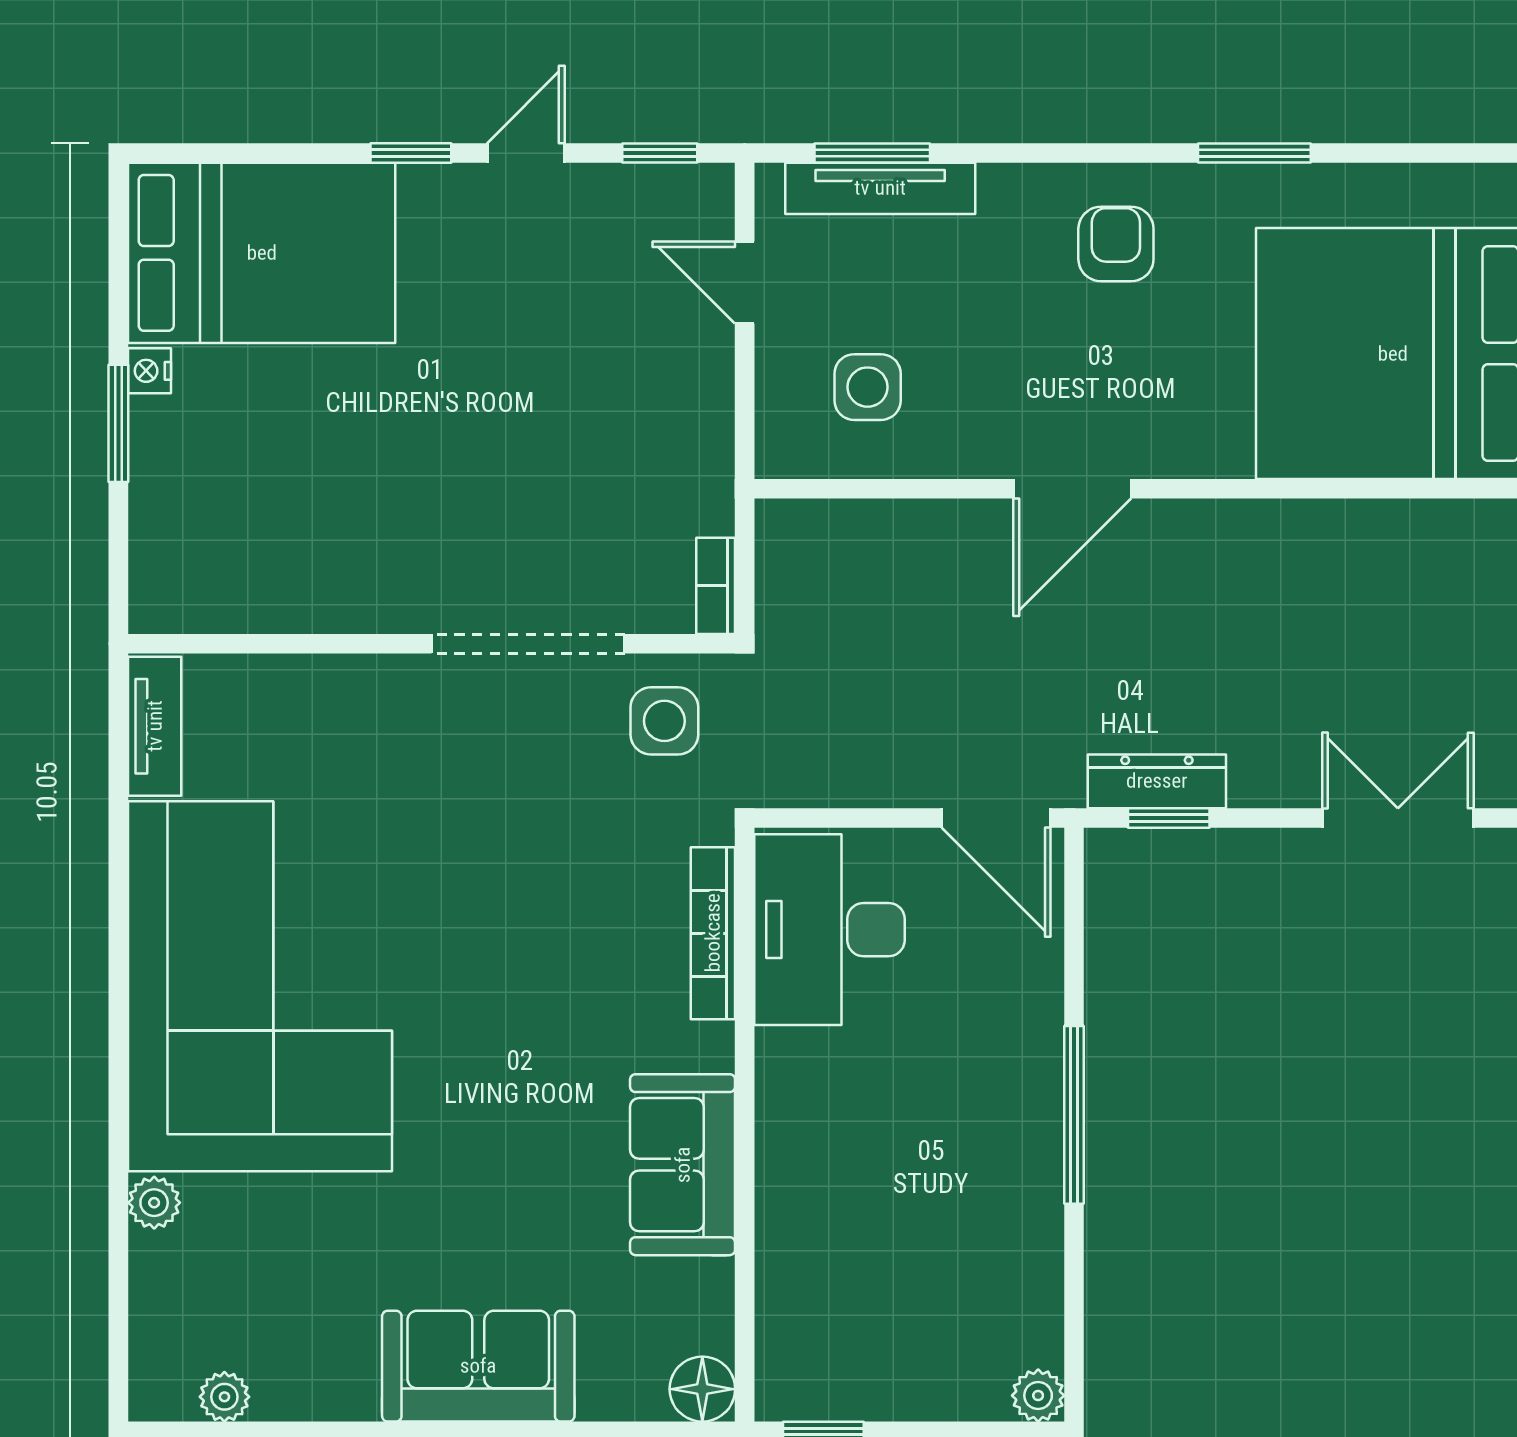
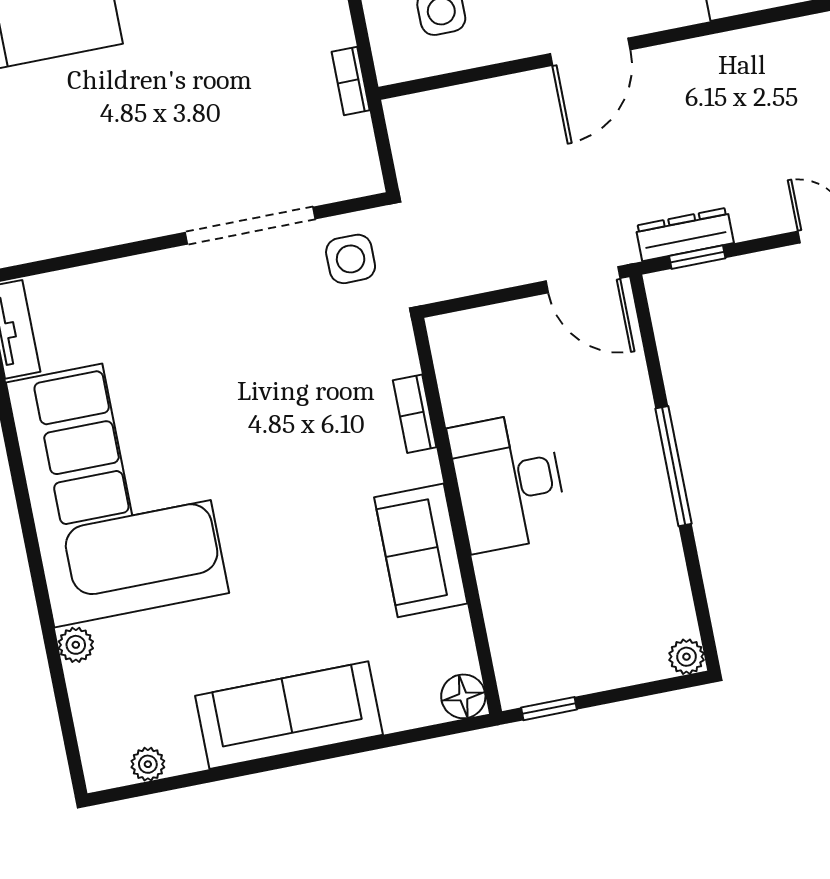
bookcase: (716, 586) -> (351, 81), moved
desk: (829, 930) -> (508, 482), moved
bookcase: (713, 933) -> (415, 414), width x0.64
sofa: (478, 1366) -> (289, 715), width x1.36

